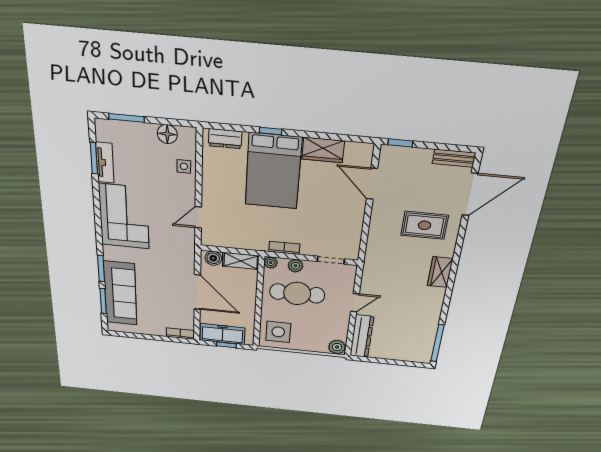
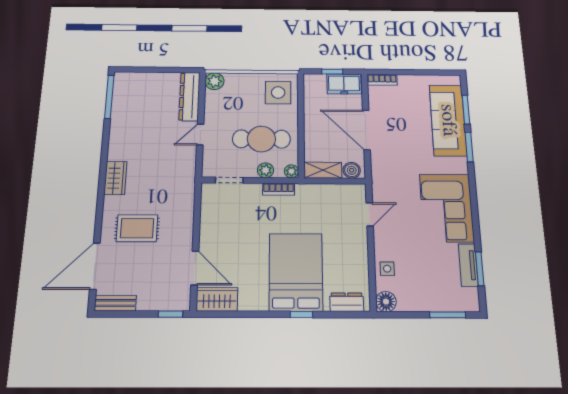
floor lamp: (167, 134) -> (386, 302), moved
wardrobe: (323, 150) -> (217, 299), moved
freezer: (222, 334) -> (344, 84), width x0.71

